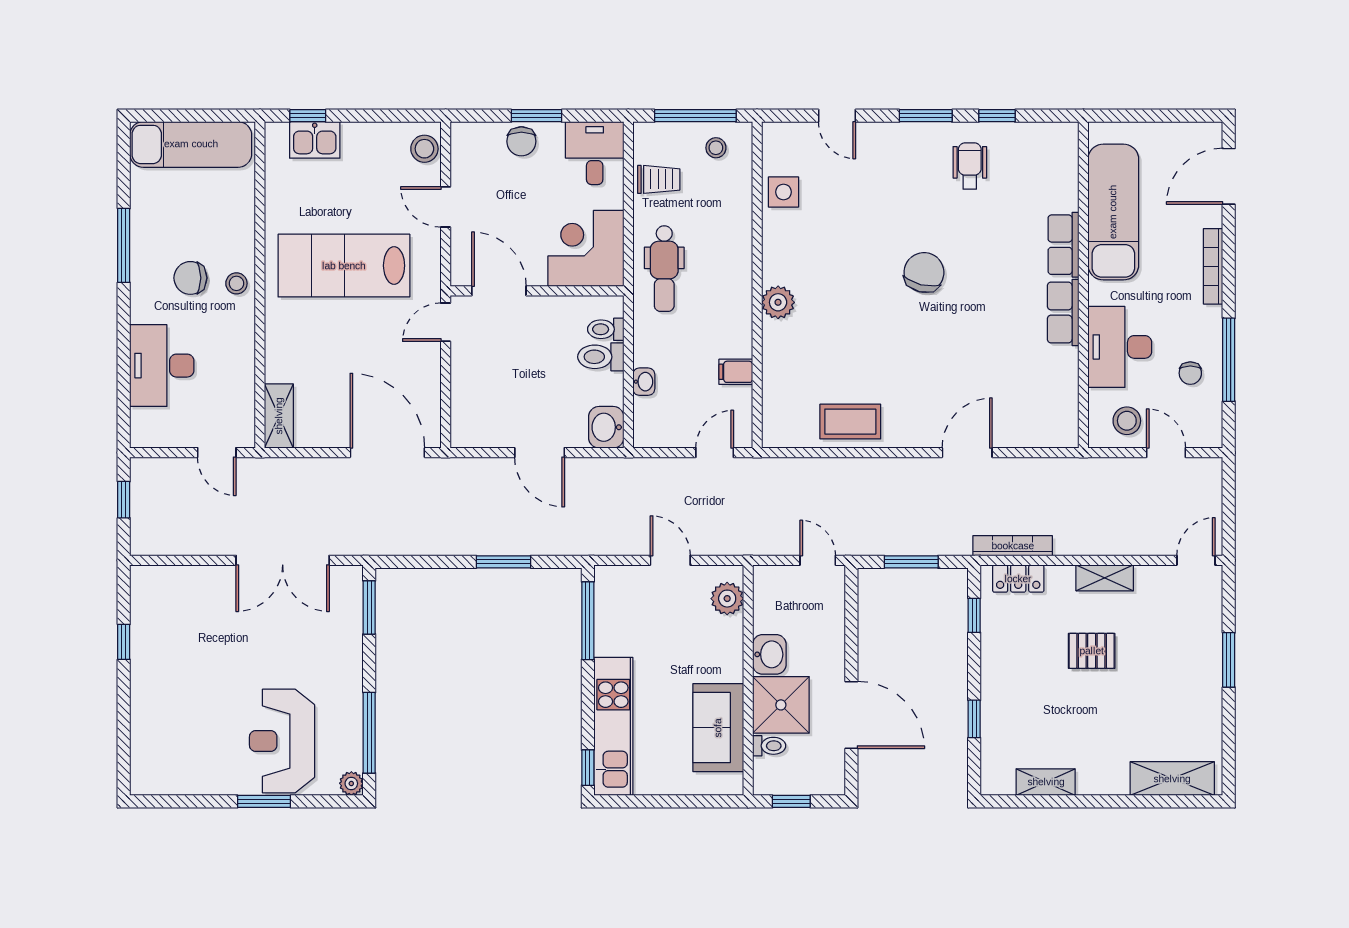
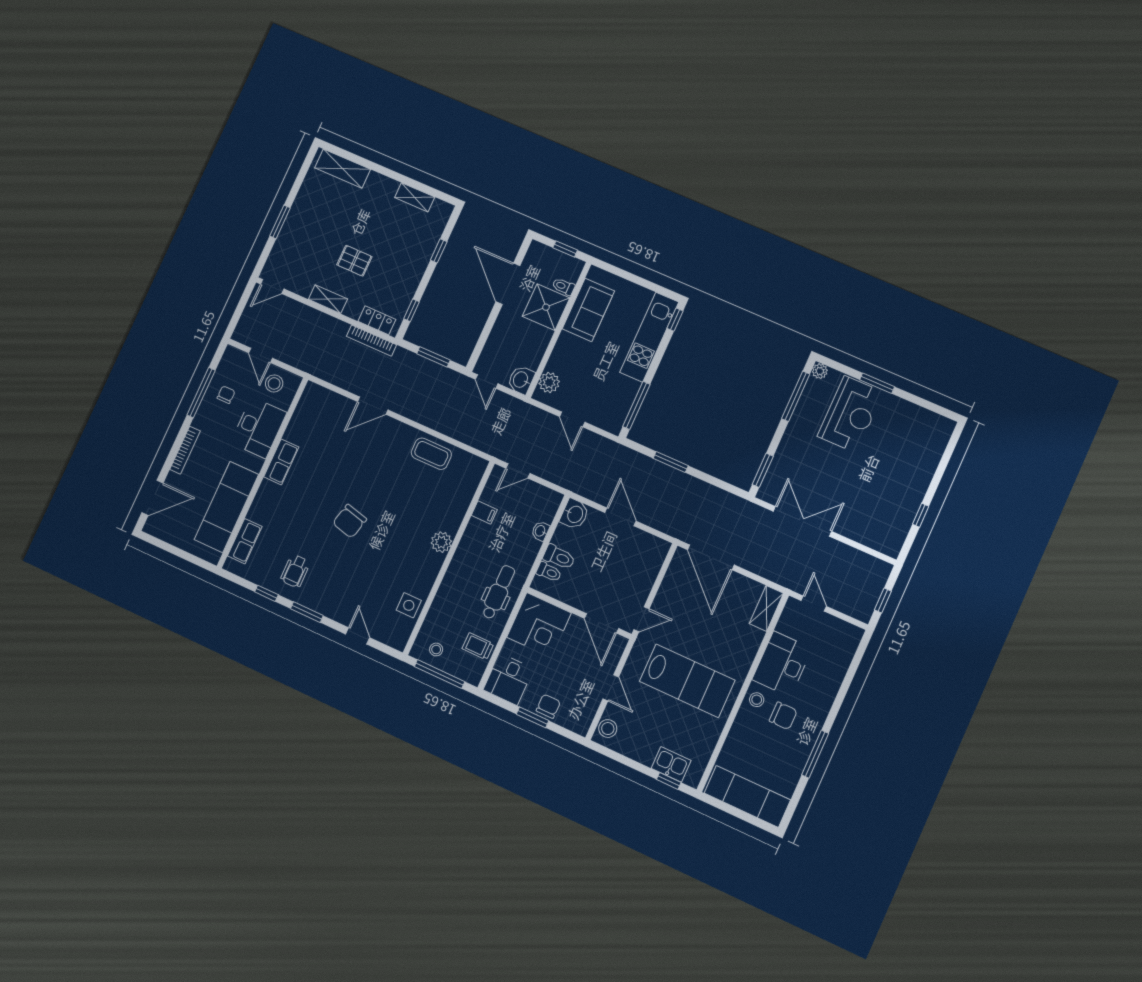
row of seats: (1063, 245) -> (245, 541), moved
desk: (162, 366) -> (782, 664), moved, turned 180
washbasin: (769, 654) -> (521, 380), moved

